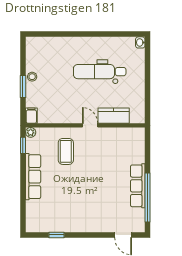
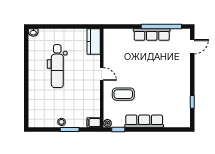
kitchen counter: (114, 116) -> (94, 41), moved
door: (90, 125) -> (102, 74), swing flipped

